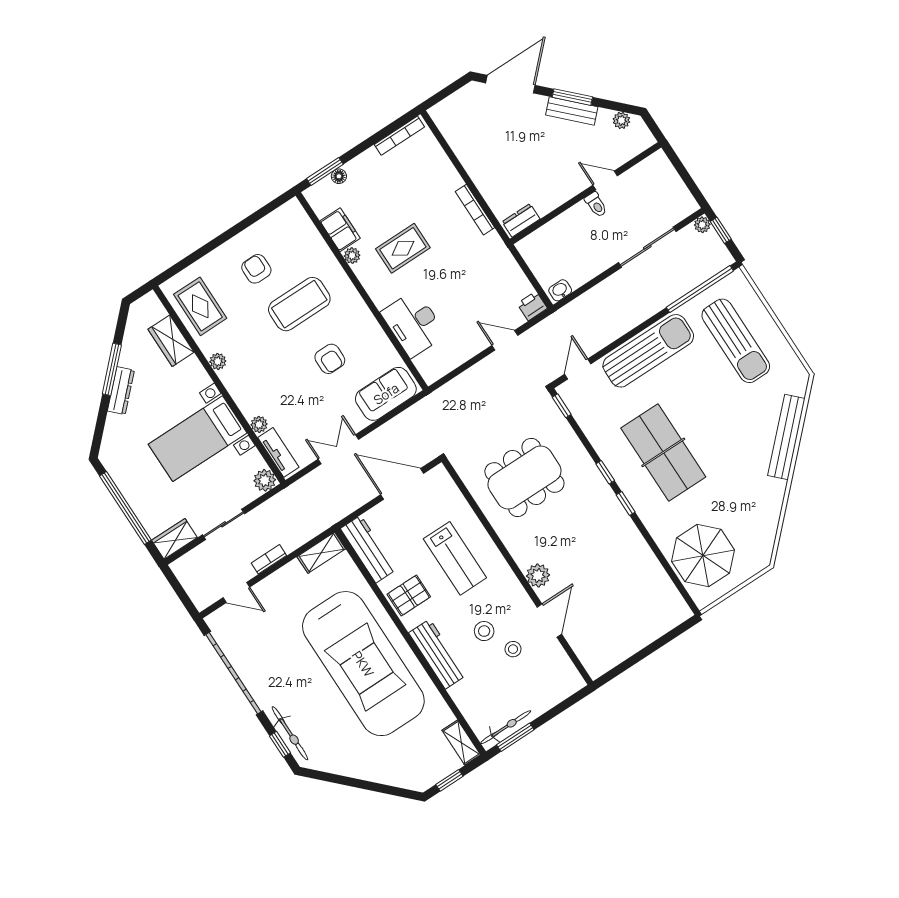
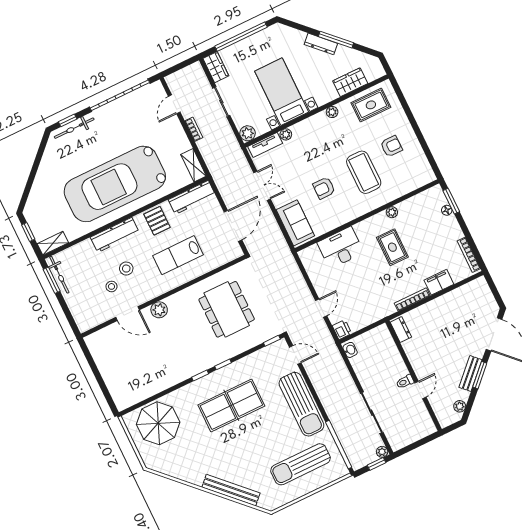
filing cabinet: (340, 230) -> (439, 282), moved, turned 180

